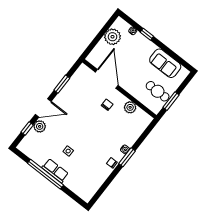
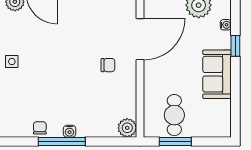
sofa: (165, 63) -> (217, 74), moved
plant: (130, 107) -> (127, 128), moved
window: (127, 157) -> (62, 141), width x1.44

